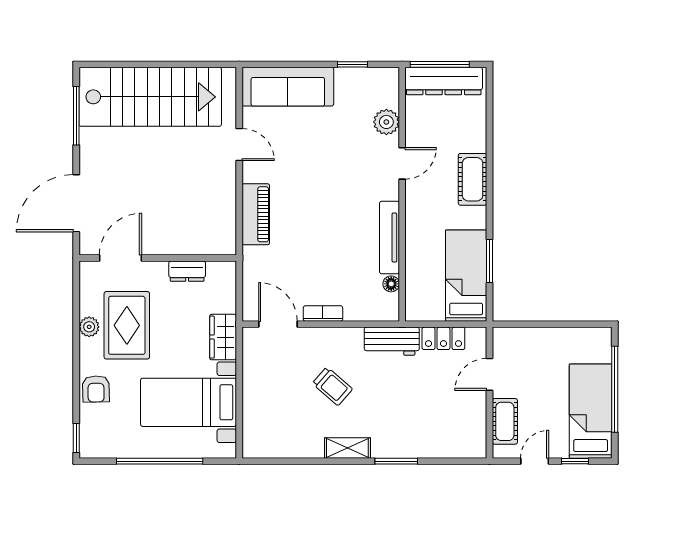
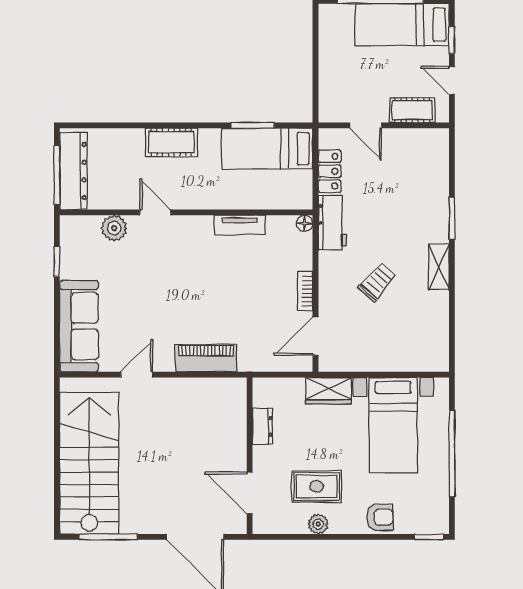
tv unit: (389, 238) -> (240, 225), width x0.71
floor lamp: (391, 284) -> (305, 223), moved
rug: (127, 325) -> (317, 486), width x0.73, depth x0.70

